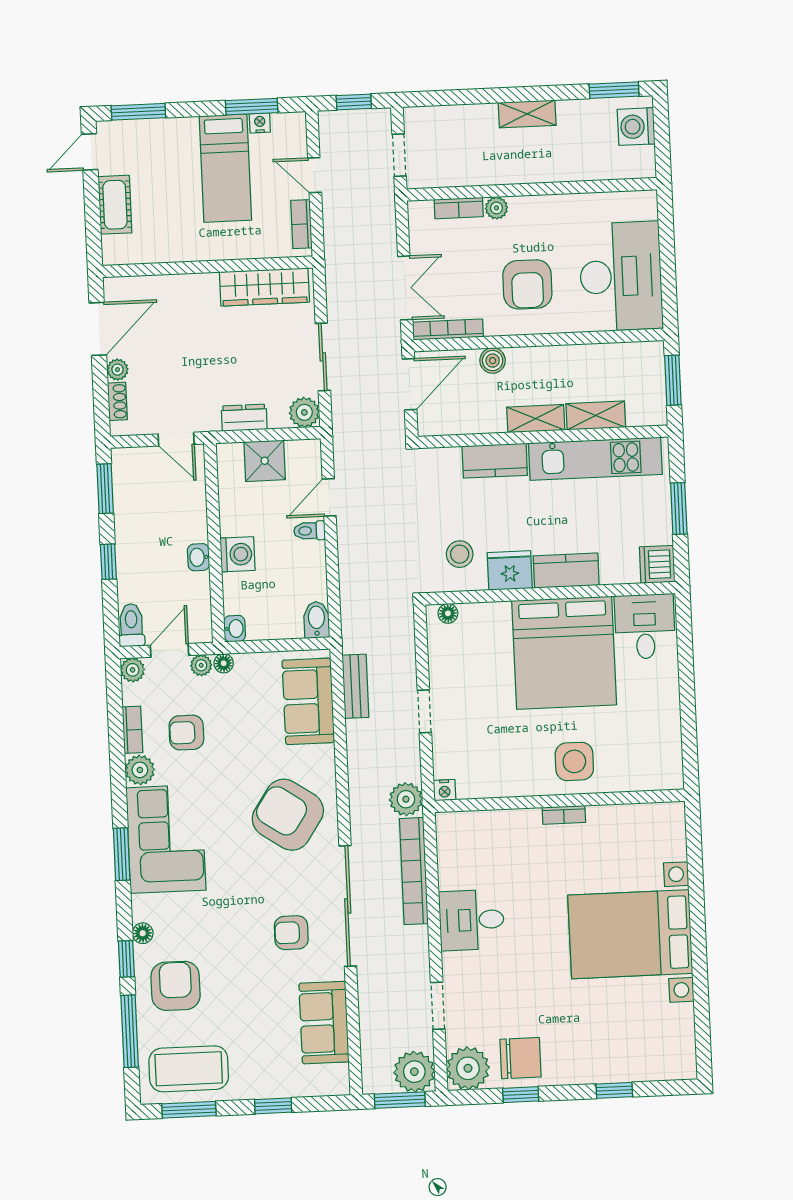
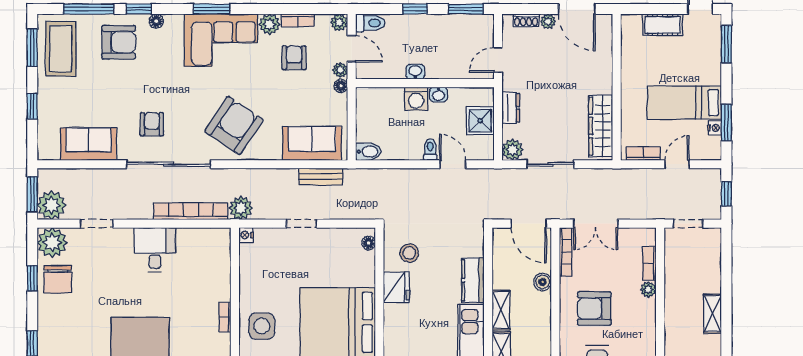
kitchen counter: (566, 571) -> (394, 326), removed
washbasin: (235, 629) -> (438, 94), moved

